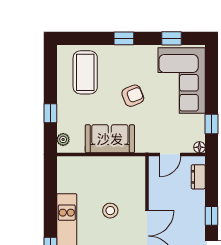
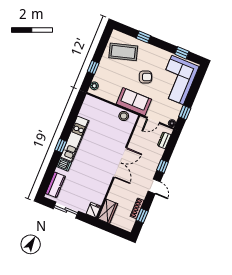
window: (124, 38) -> (143, 37), moved
coffee table: (85, 72) -> (123, 52), turned 74
sofa: (110, 139) -> (134, 102), moved
stool: (110, 211) -> (124, 116), moved

